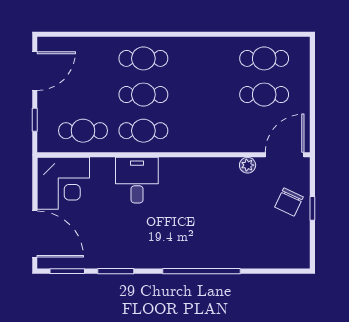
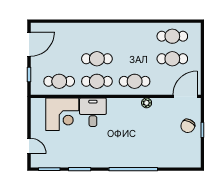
cafe table: (143, 58) -> (135, 81), moved
plant: (248, 165) -> (147, 103), moved
corner desk: (63, 183) -> (62, 114), moved
door: (35, 234) -> (29, 146), width x0.53

